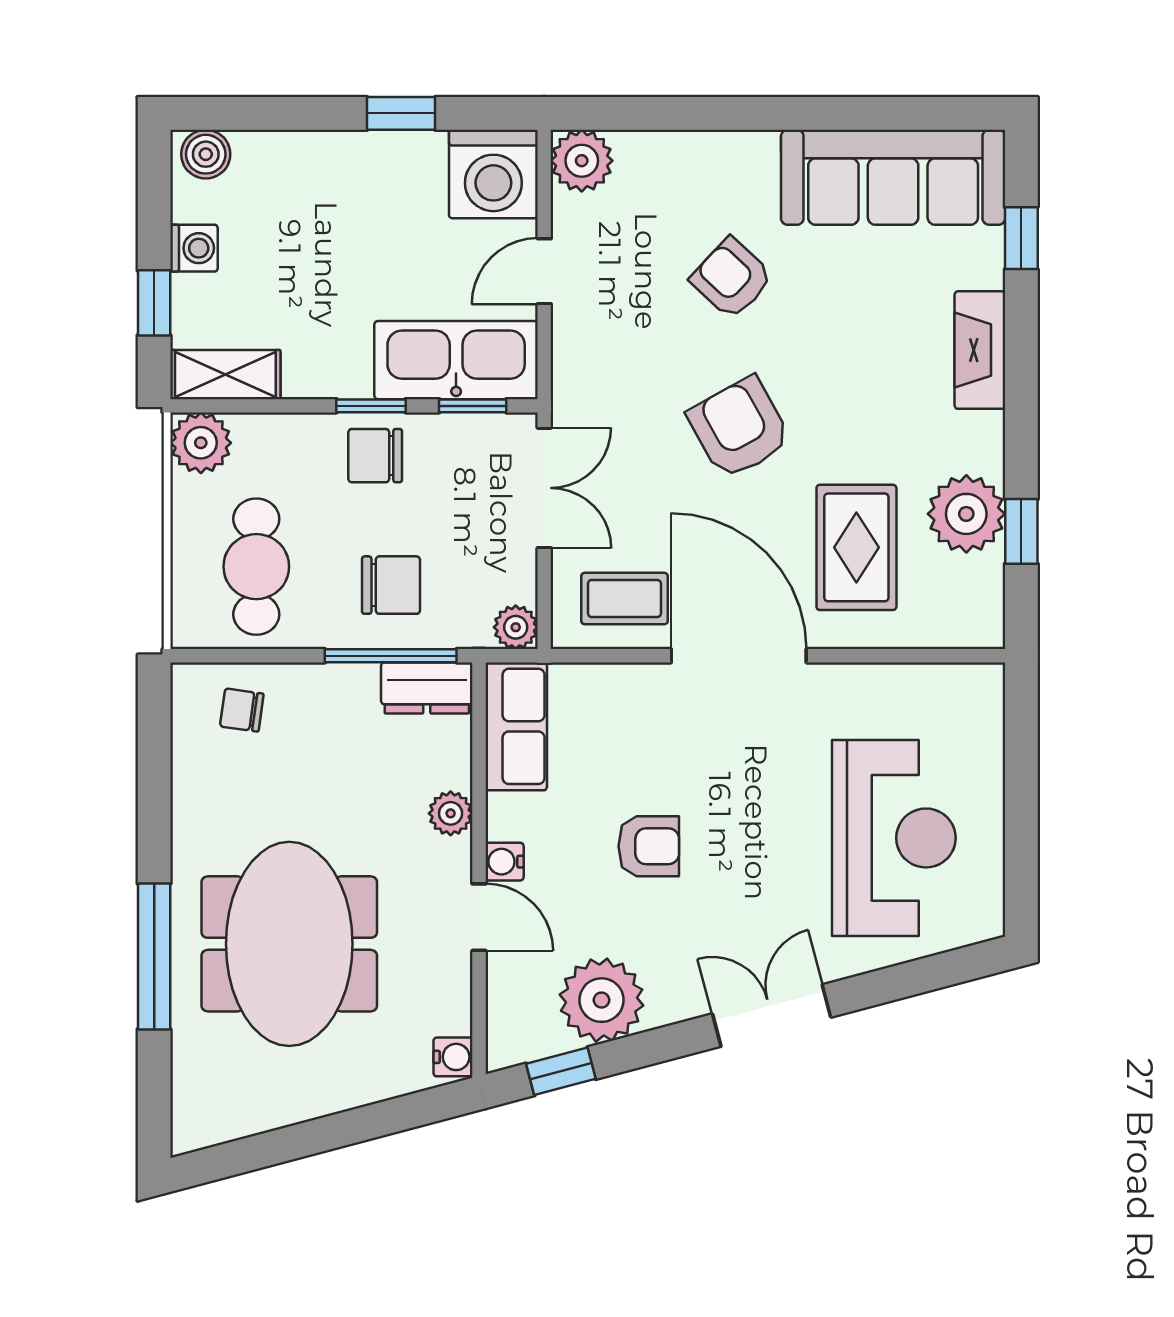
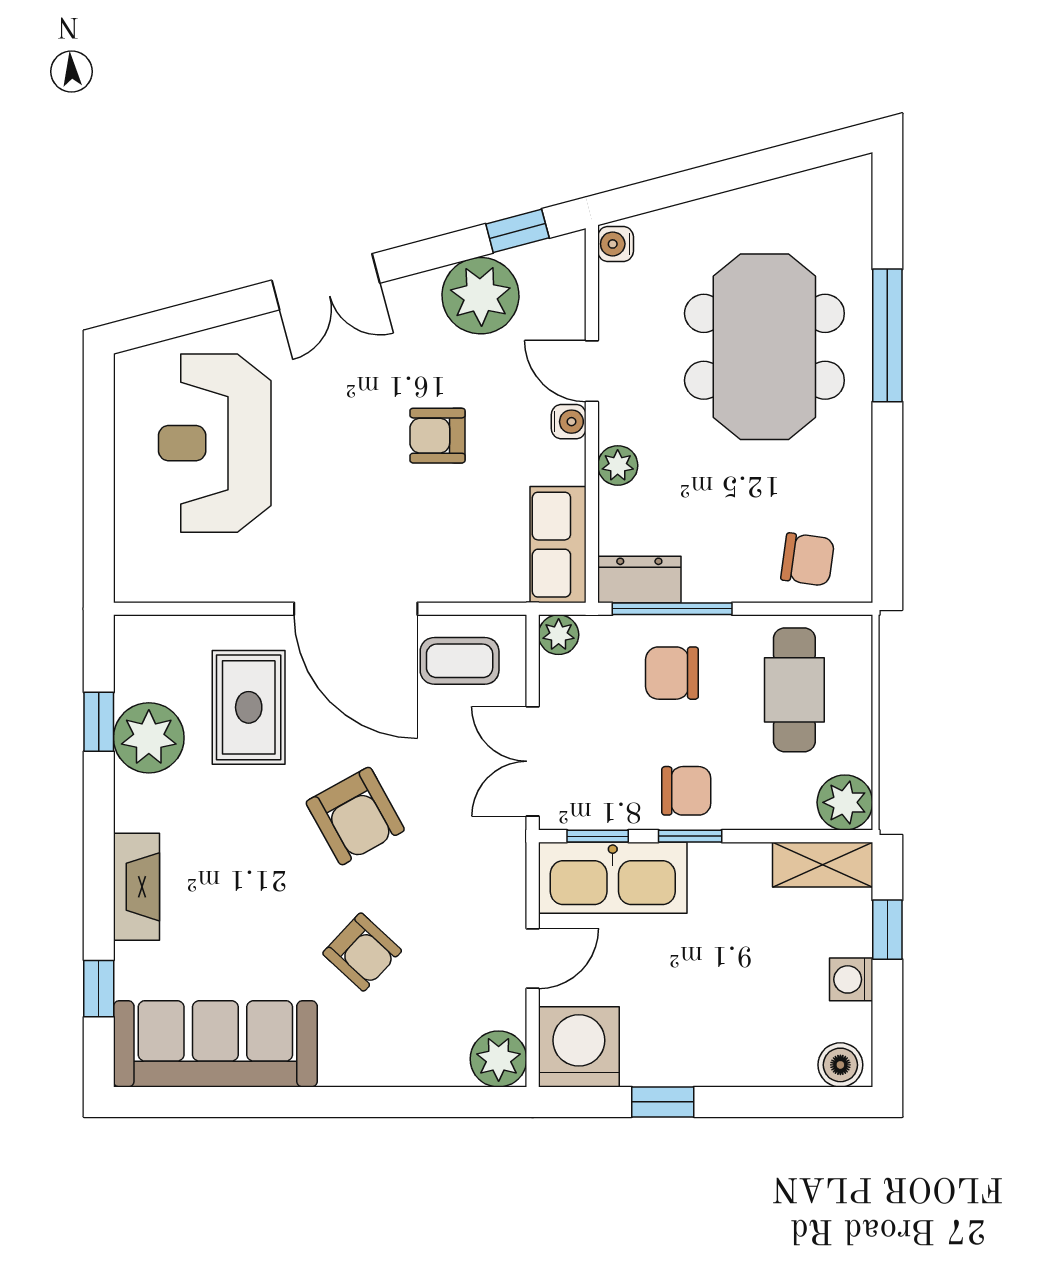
chair: (242, 710) -> (808, 559), width x1.37, depth x1.37

